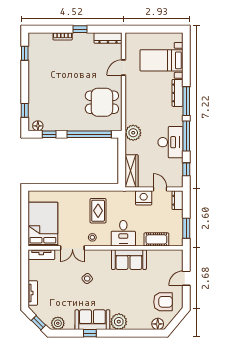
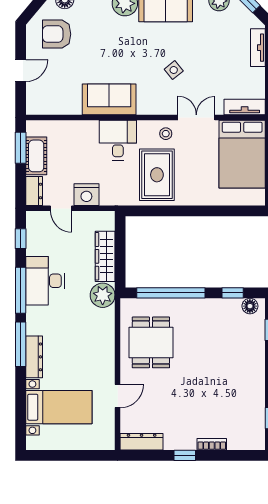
dining table: (102, 102) -> (151, 342), turned 90
wardrobe: (132, 171) -> (105, 256), moved
rug: (98, 211) -> (157, 175), width x1.36, depth x1.43
cot: (156, 239) -> (36, 156), moved, turned 90

